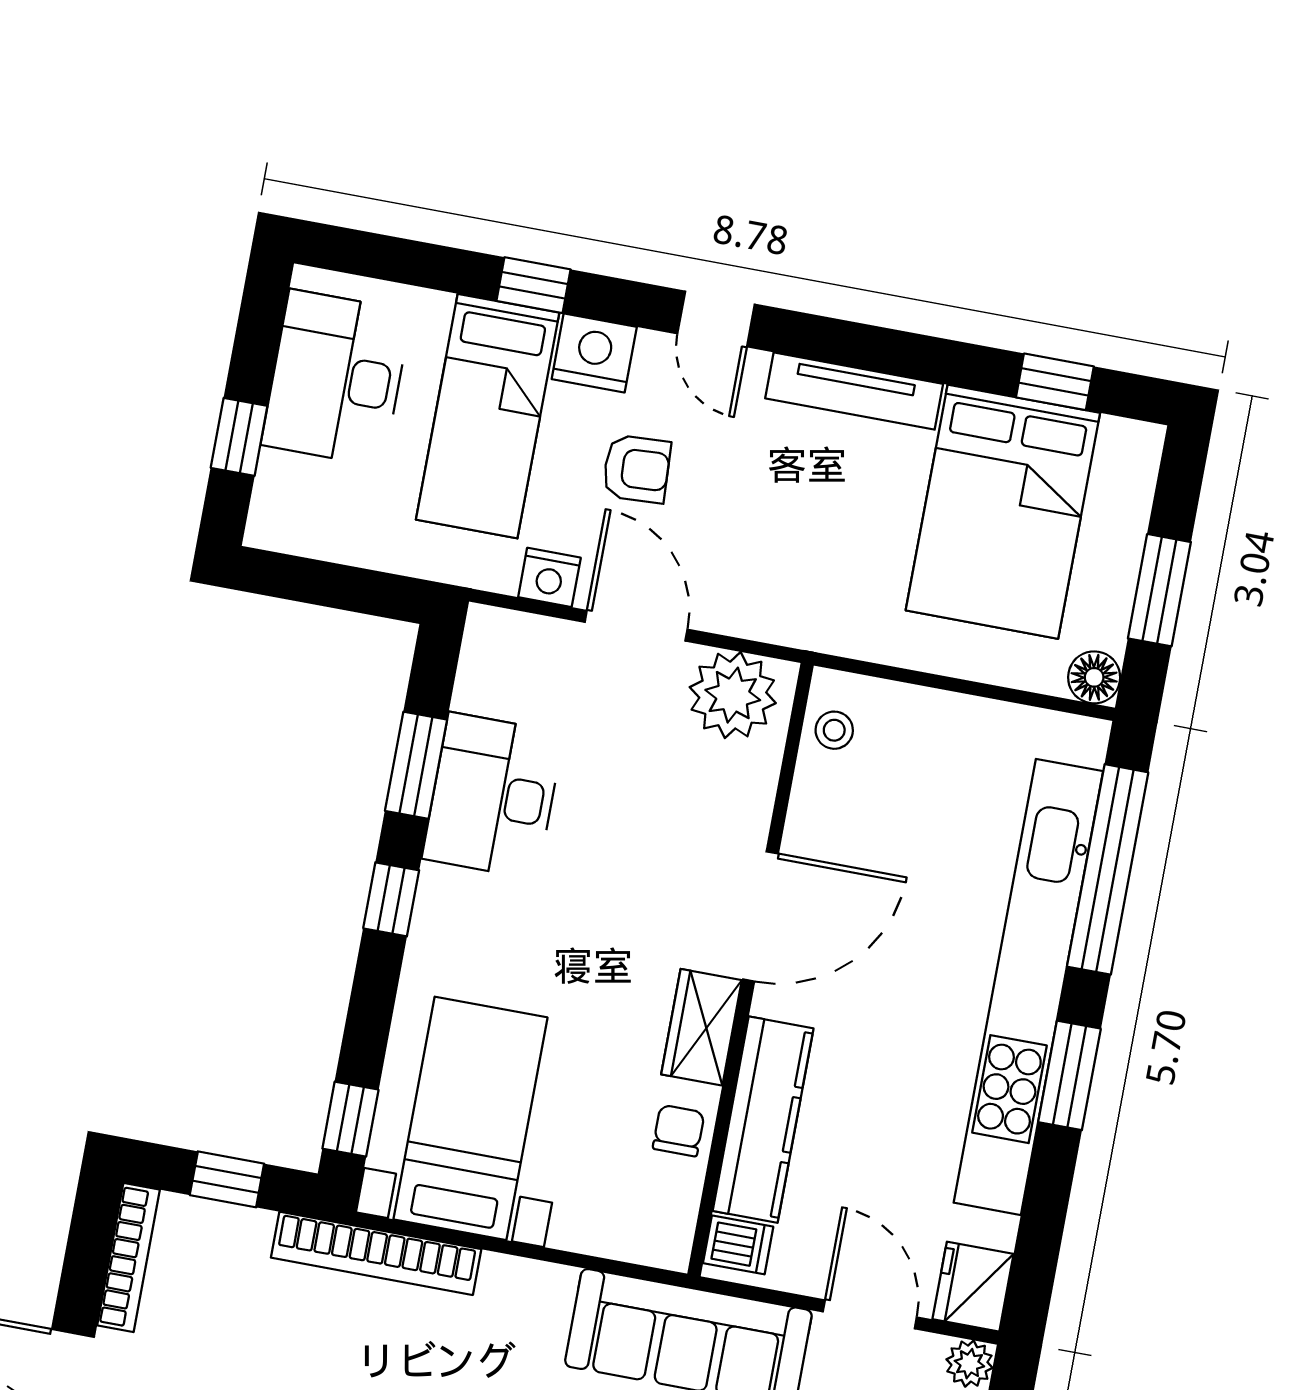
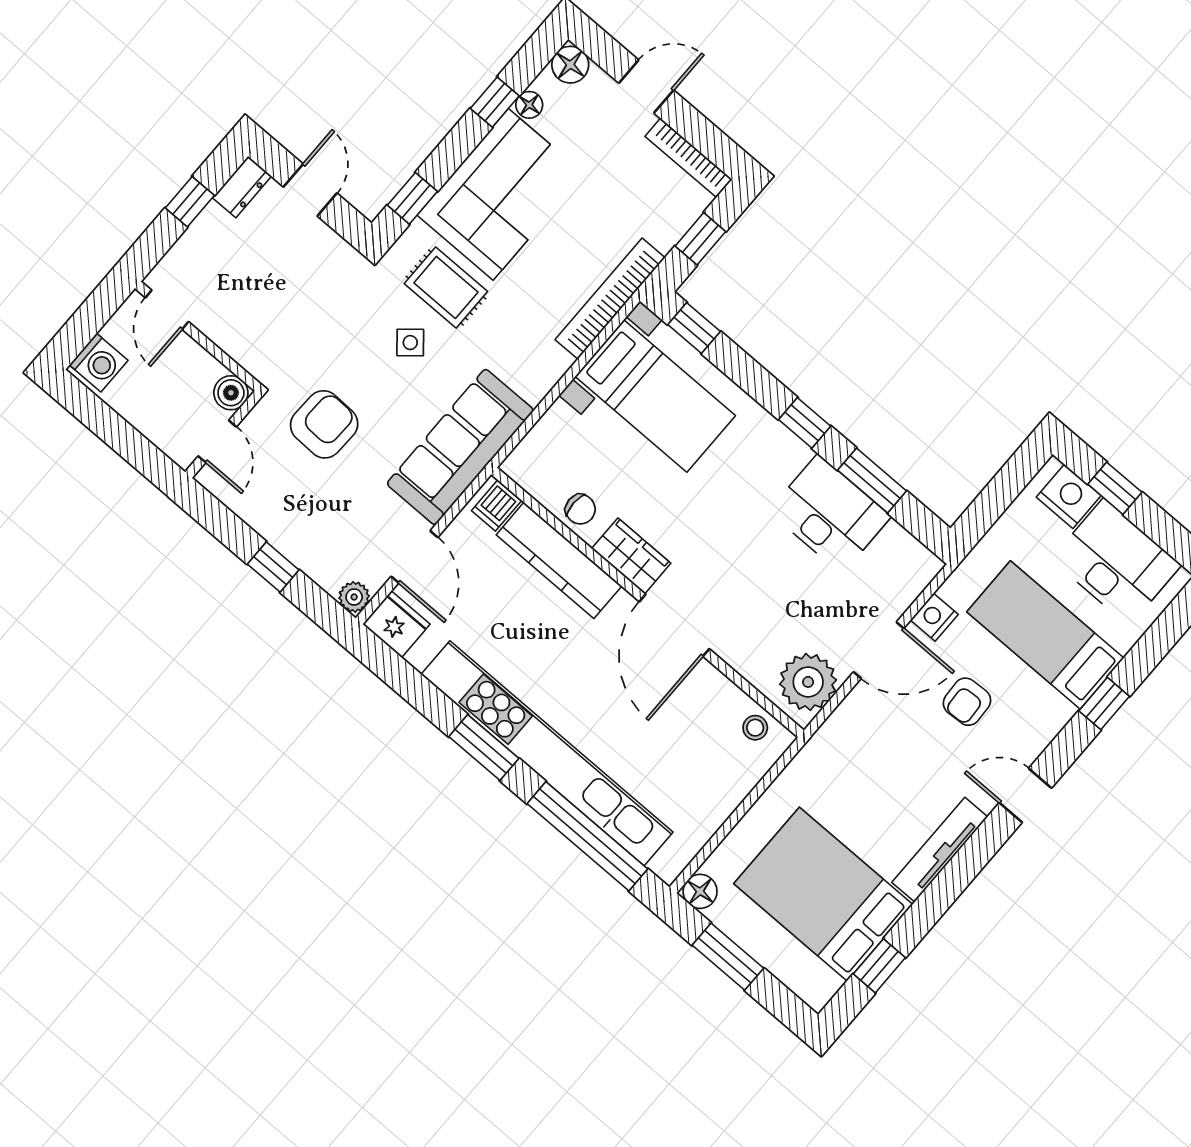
nightstand: (594, 353) -> (1069, 496), moved, turned -90
door: (870, 1314) -> (414, 557), hinge flipped

